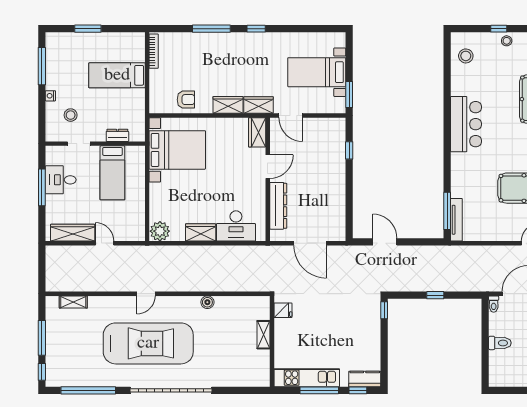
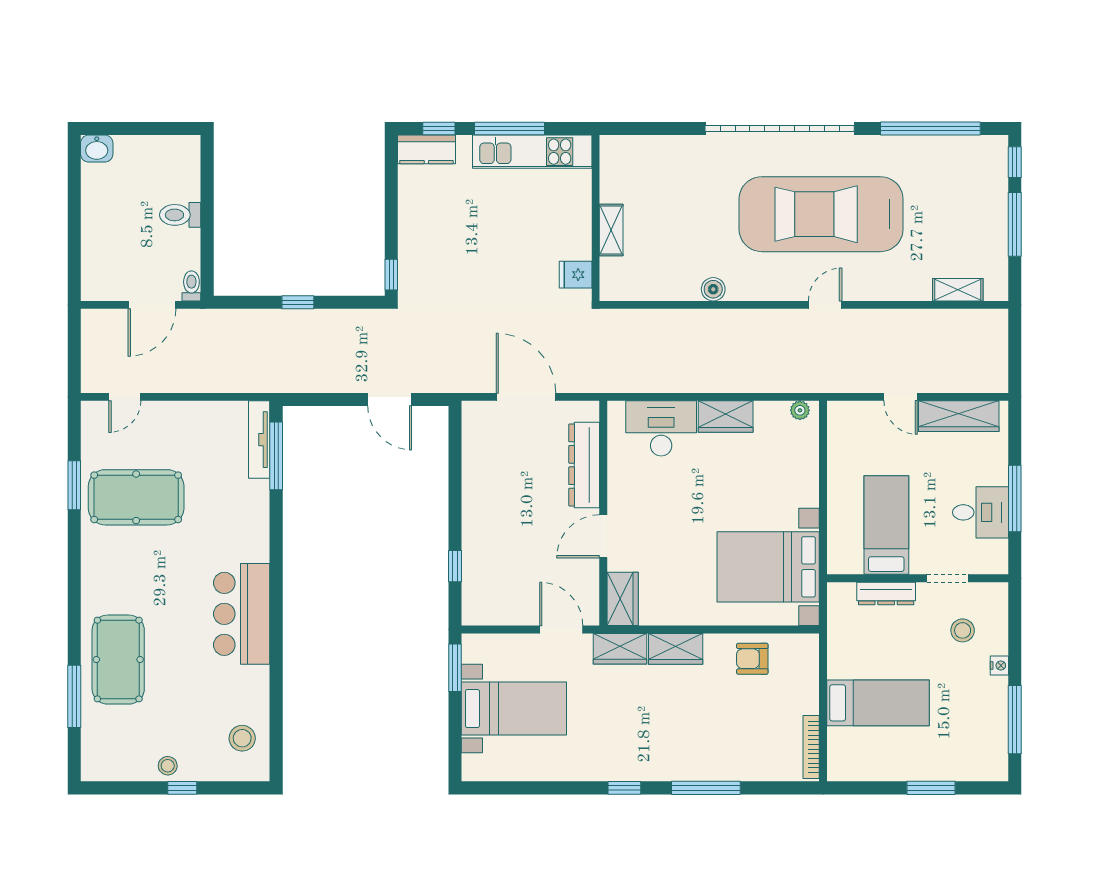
dresser: (117, 135) -> (886, 594), width x1.44
plant: (160, 231) -> (800, 410), width x0.53, depth x0.53

